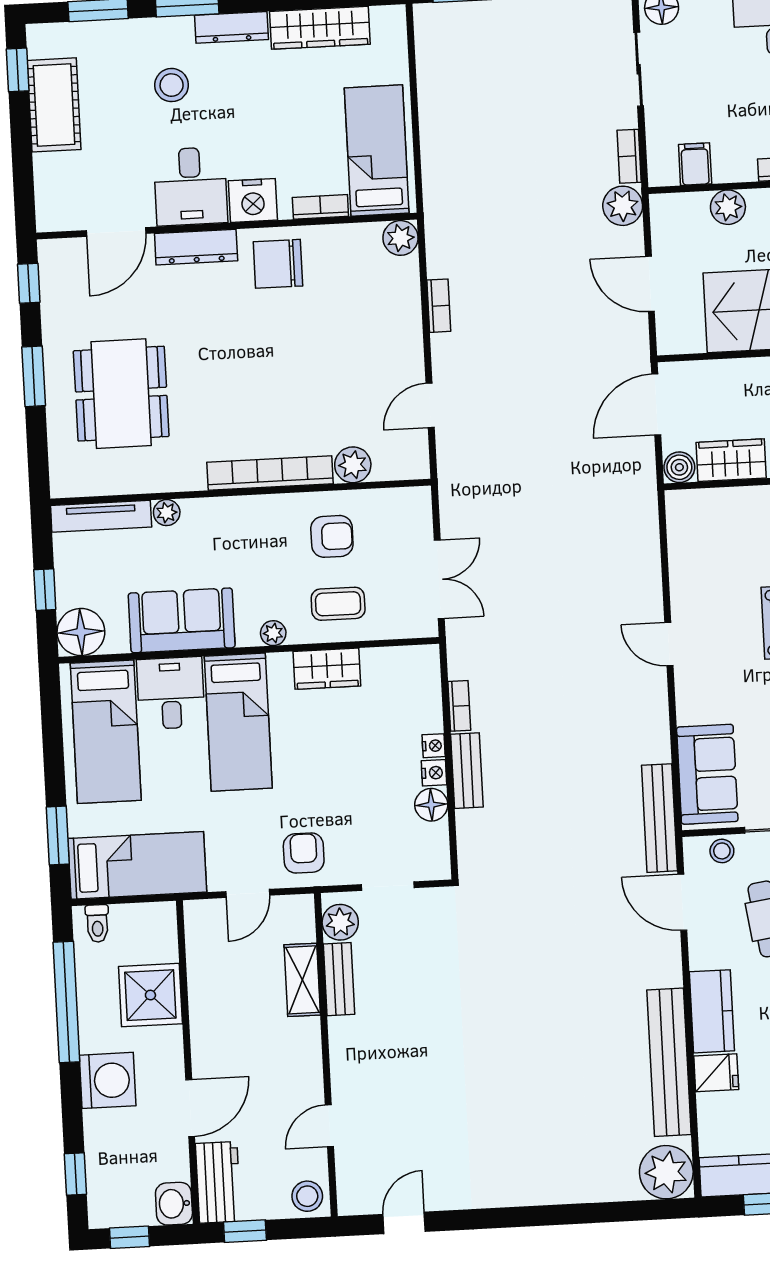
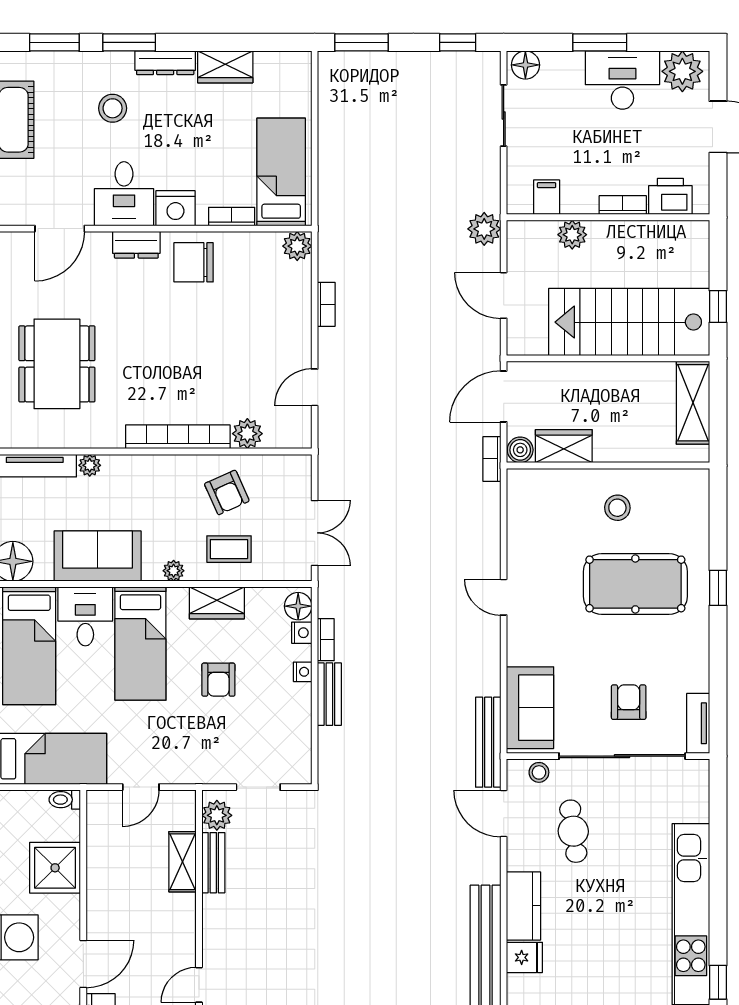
wardrobe: (320, 28) -> (225, 67), width x0.67
bookcase: (629, 156) -> (492, 459), moved
dresser: (196, 247) -> (136, 245), width x0.70
armchair: (332, 536) -> (227, 492), turned 66
nightstand: (434, 773) -> (302, 633), moved
floor lamp: (431, 805) -> (298, 606), moved
armchair: (304, 853) -> (218, 680), moved, turned 180
toilet: (97, 923) -> (65, 800), moved, turned 90

